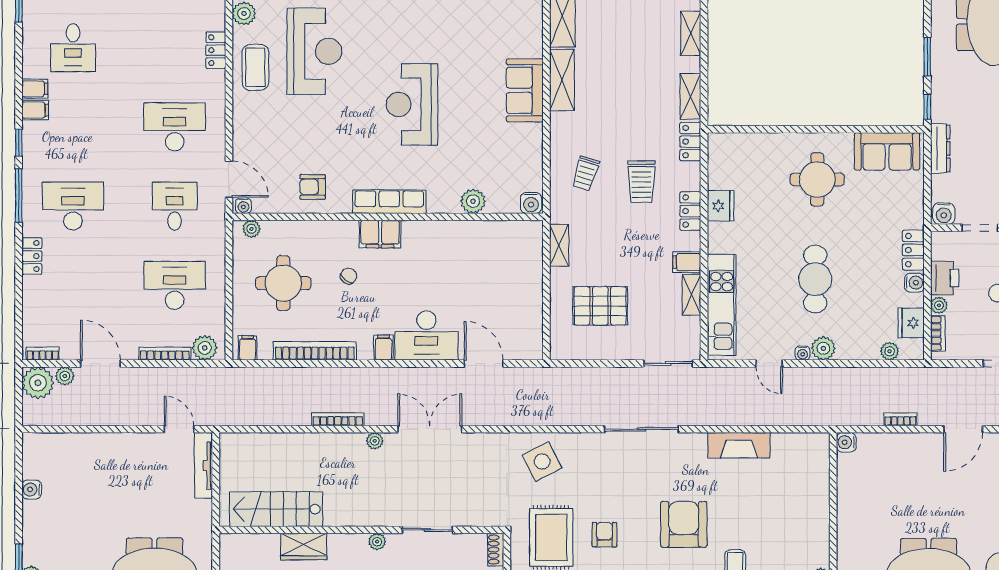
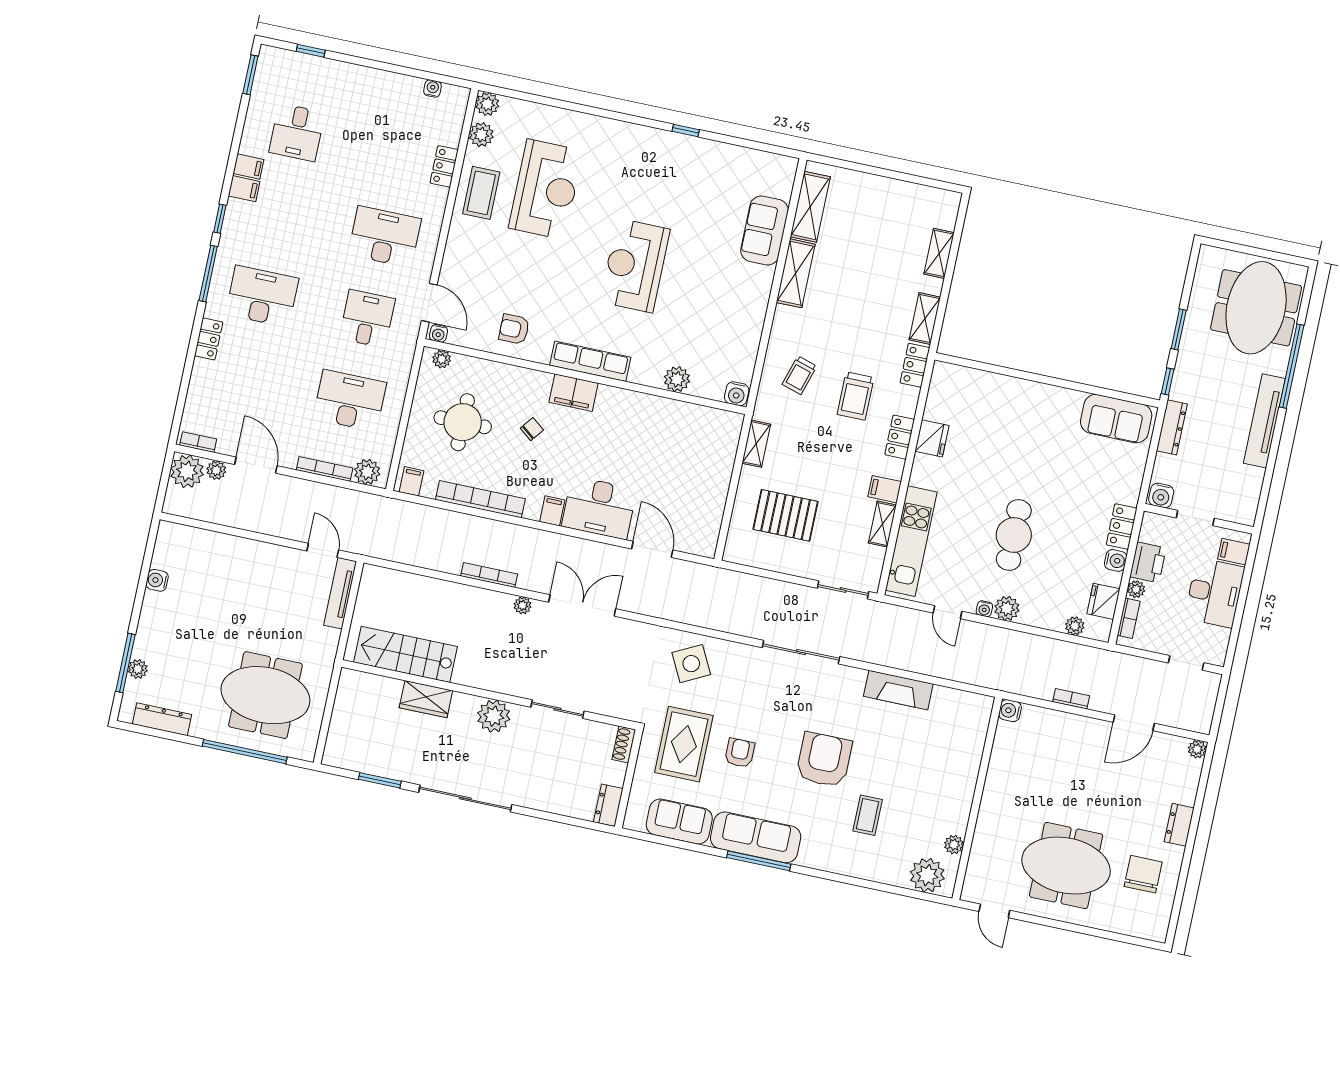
sofa: (525, 90) -> (764, 231), moved
round table: (817, 179) -> (1038, 432), removed
plant: (377, 542) -> (494, 716), width x1.88, depth x1.88

